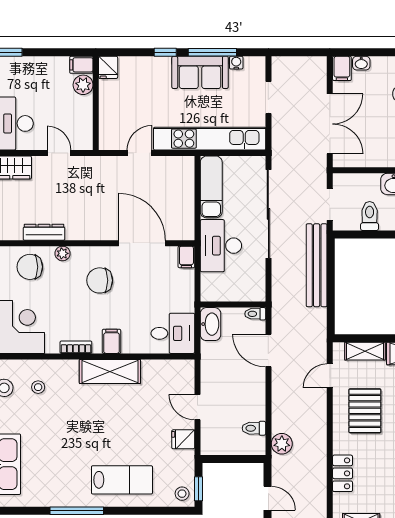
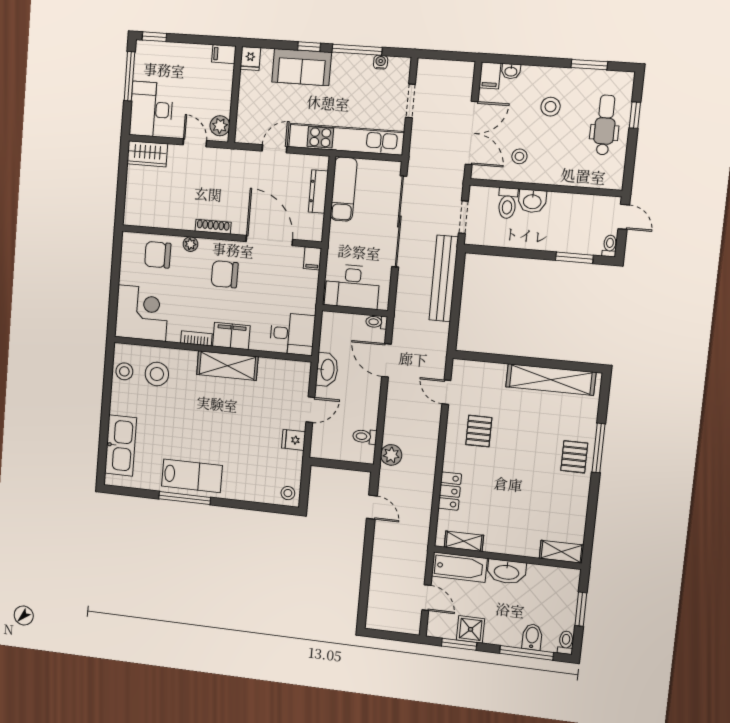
sofa: (200, 72) -> (302, 67), moved
plant: (83, 85) -> (220, 126), moved
stool: (377, 143) -> (519, 156), added
toilet: (370, 216) -> (507, 203), moved, turned 180
dresser: (44, 232) -> (318, 192), moved, turned -90
shoe rack: (84, 234) -> (213, 227), added
desk: (221, 246) -> (352, 287), moved, turned -90
washbasin: (210, 324) -> (327, 370), moved
filing cabinet: (112, 341) -> (231, 336), width x2.00
shelving: (365, 351) -> (485, 371), removed
door: (330, 376) -> (446, 392), hinge flipped
stool: (38, 387) -> (157, 374), width x1.89, depth x1.89
door: (197, 407) -> (310, 410), swing flipped
pallet: (365, 411) -> (479, 431), width x0.67, depth x0.71
lab bench: (122, 480) -> (192, 476), moved
window: (198, 489) -> (304, 490), removed

